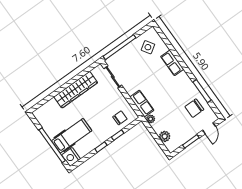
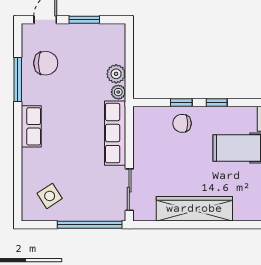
row of seats: (172, 63) -> (31, 126), moved
row of seats: (142, 104) -> (115, 133), width x1.48
chair: (120, 118) -> (182, 123), moved
plant: (165, 136) -> (116, 74), moved

